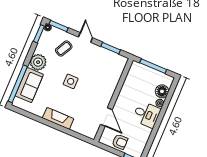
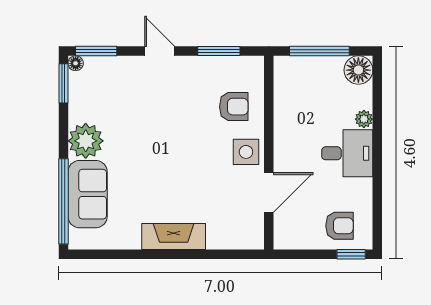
coffee table: (64, 49) -> (125, 92), removed
armchair: (107, 74) -> (234, 107), added
side table: (71, 81) -> (246, 152), moved
floor lamp: (162, 91) -> (358, 70), moved
door: (106, 117) -> (269, 193), hinge flipped
armchair: (120, 142) -> (339, 226), moved

